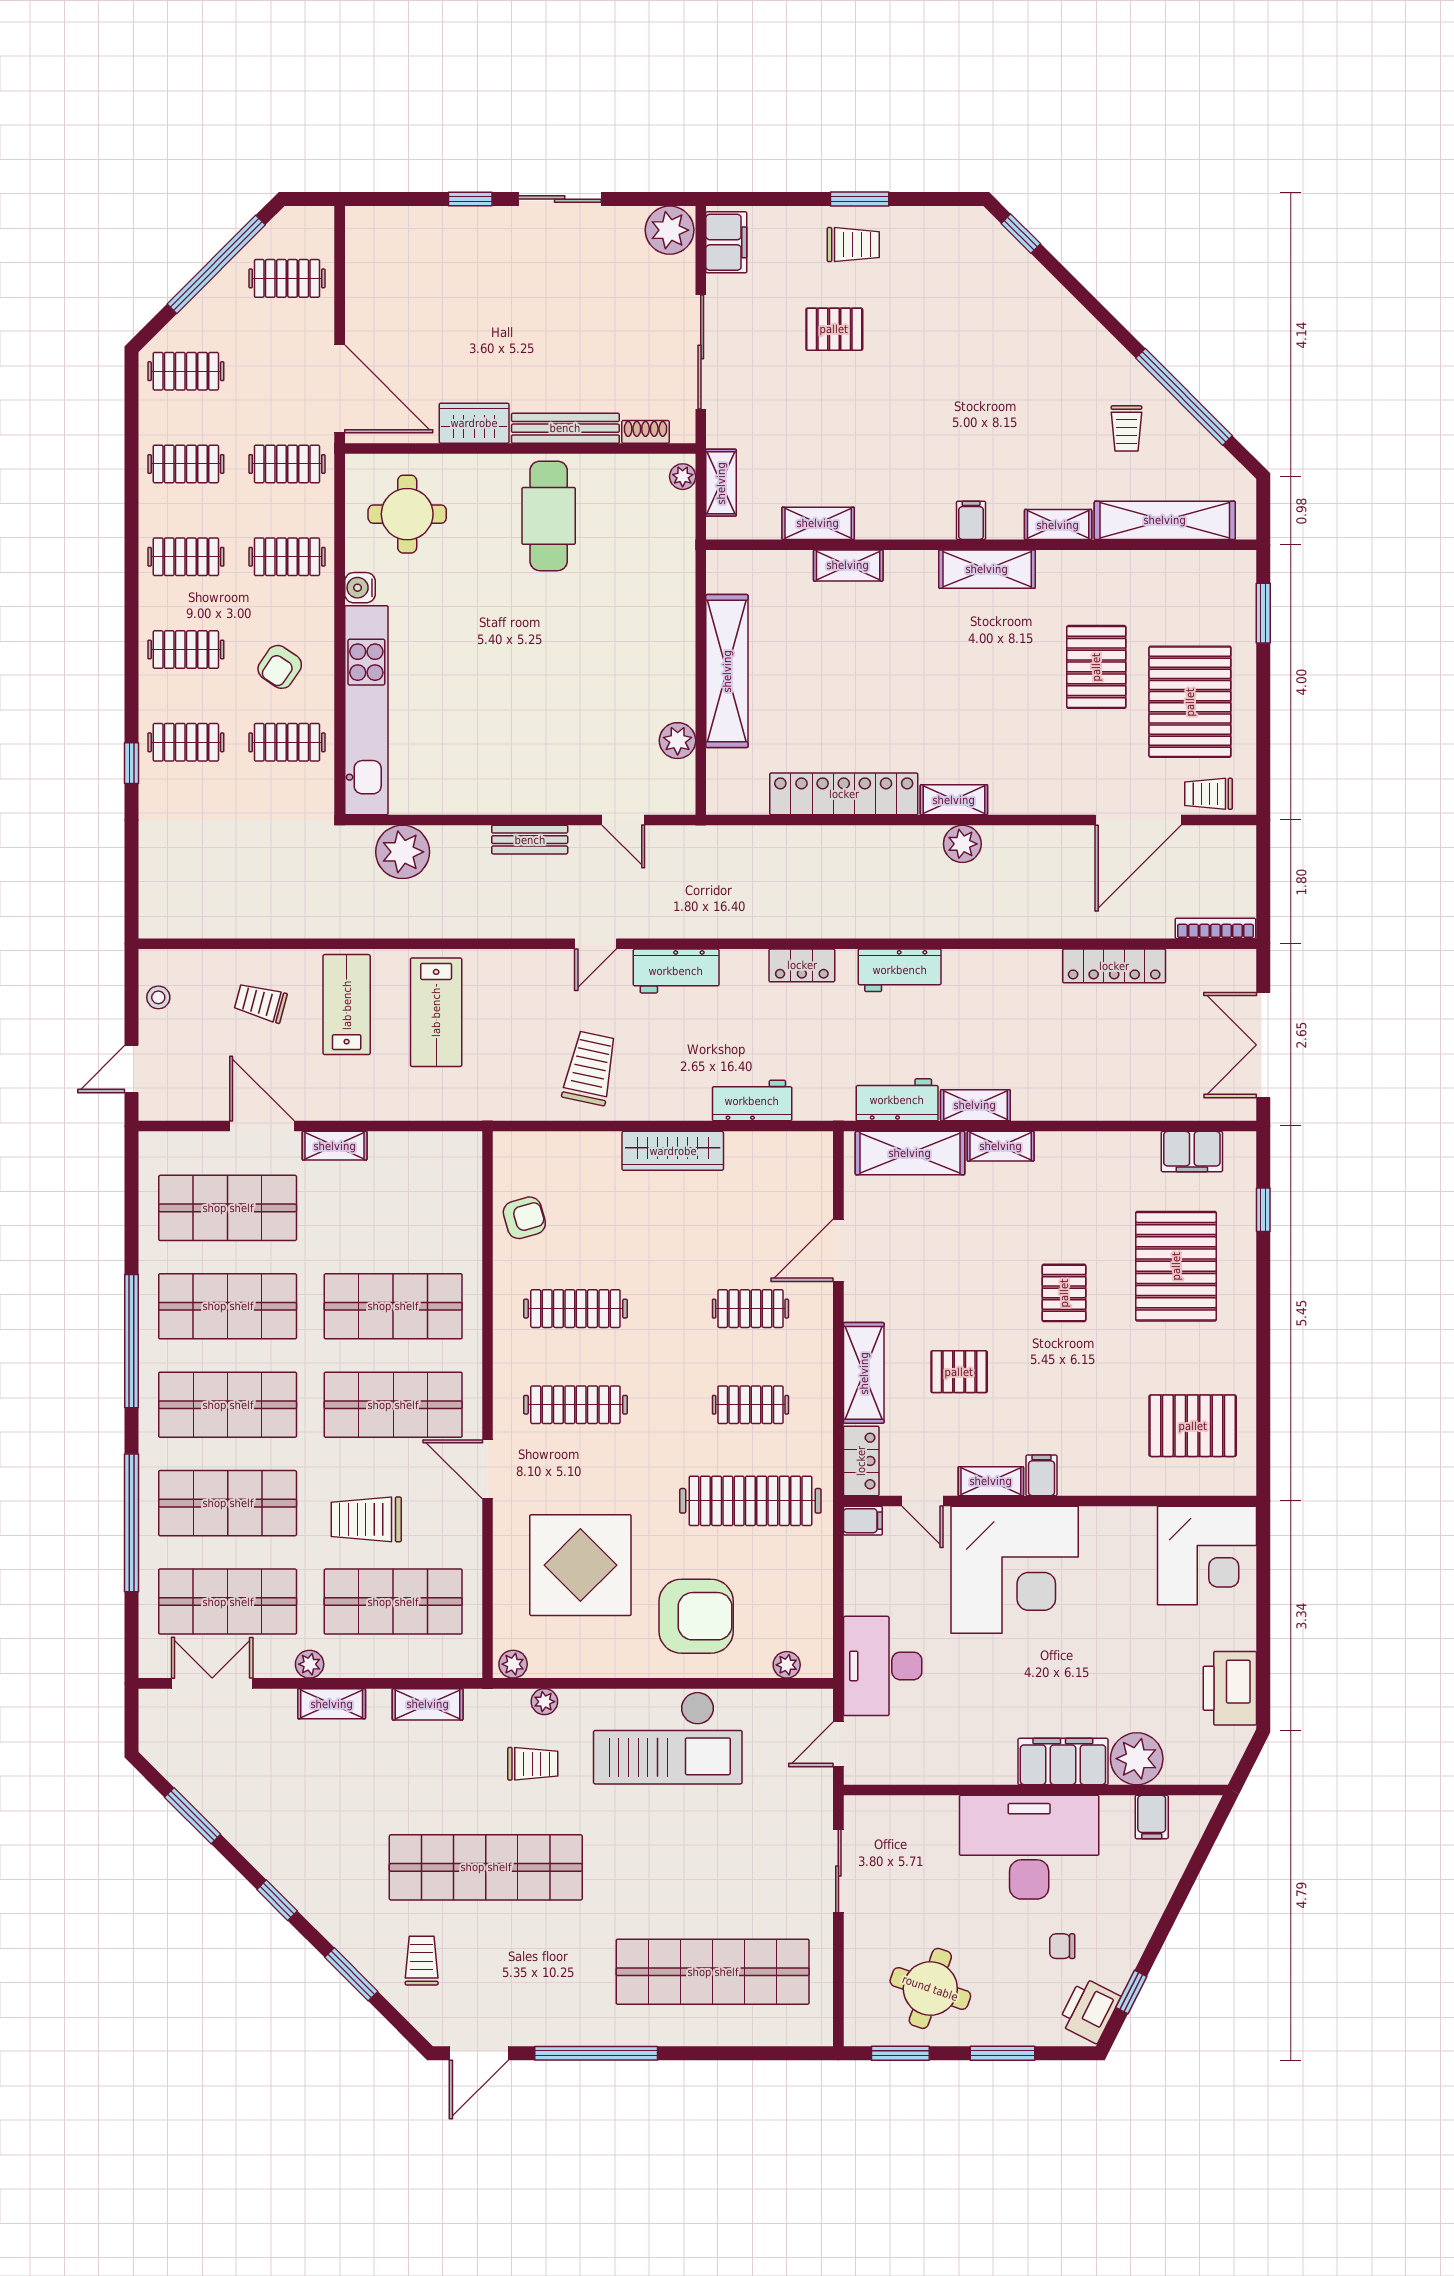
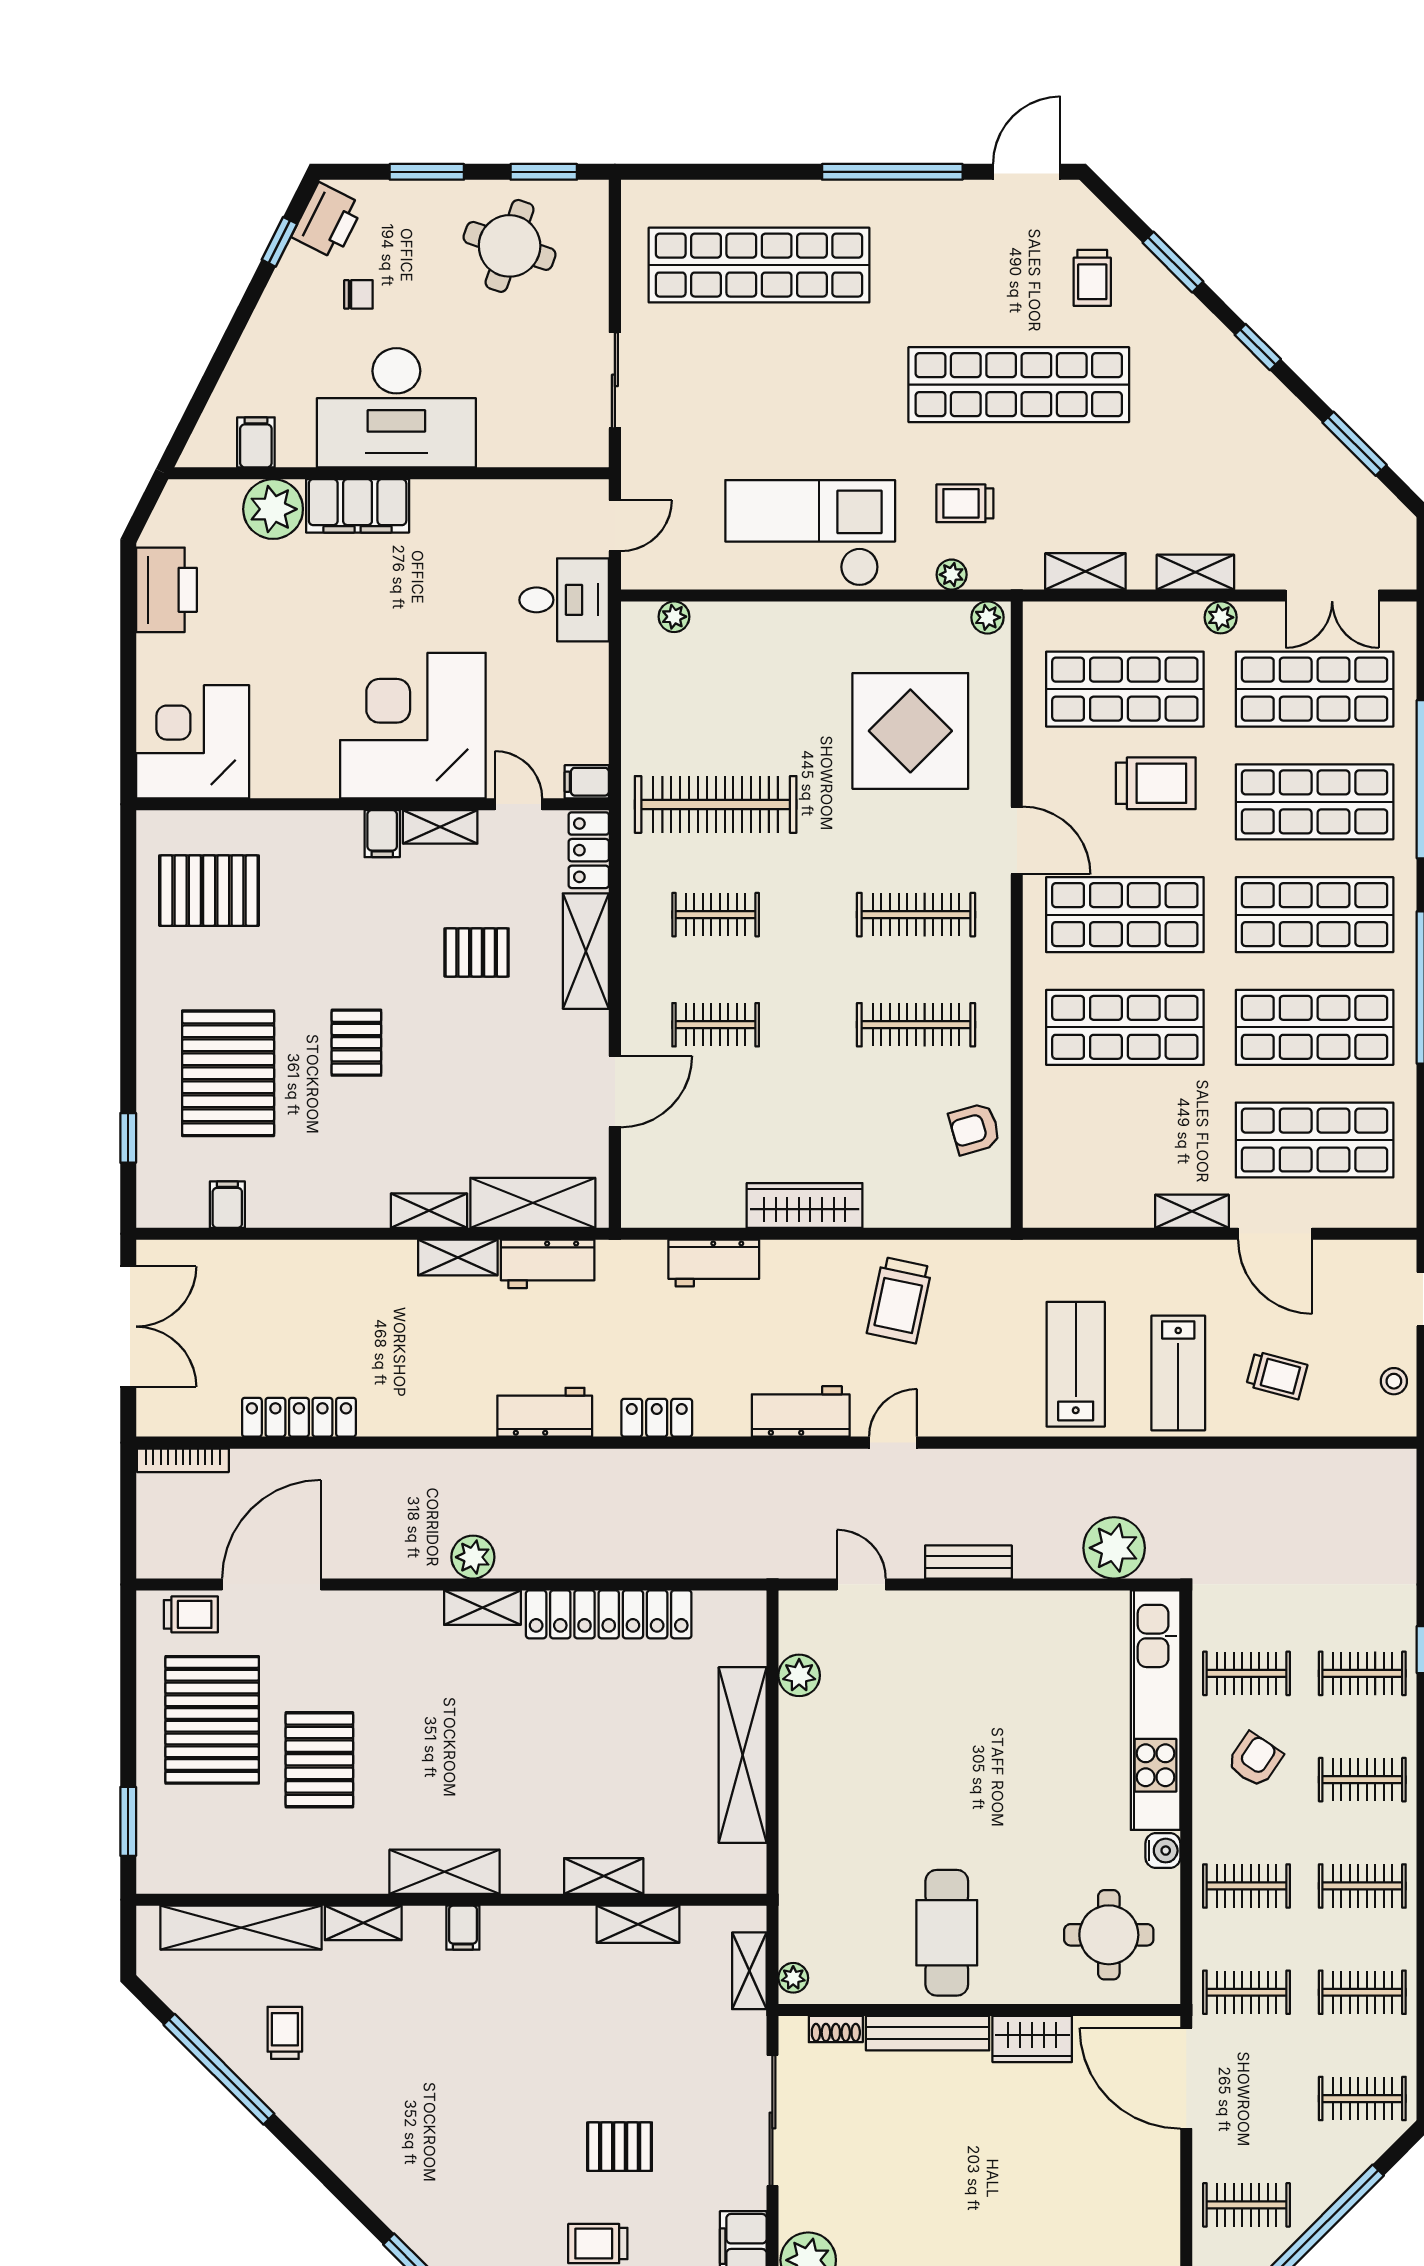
filing cabinet: (1192, 1152) -> (227, 1205), width x0.50
armchair: (696, 1616) -> (778, 672), removed
desk: (883, 1666) -> (564, 600), width x0.73

